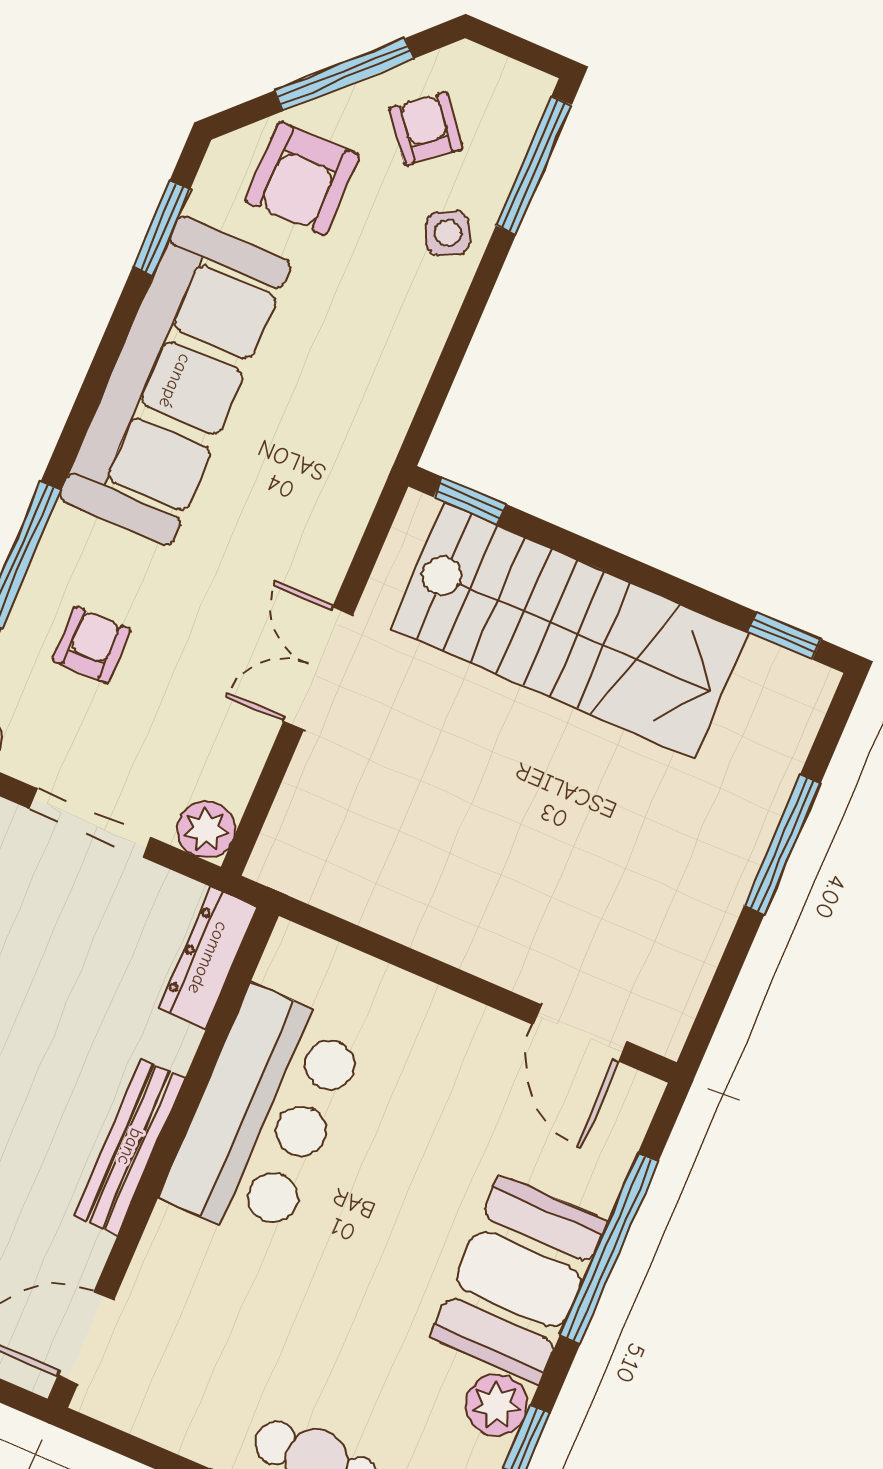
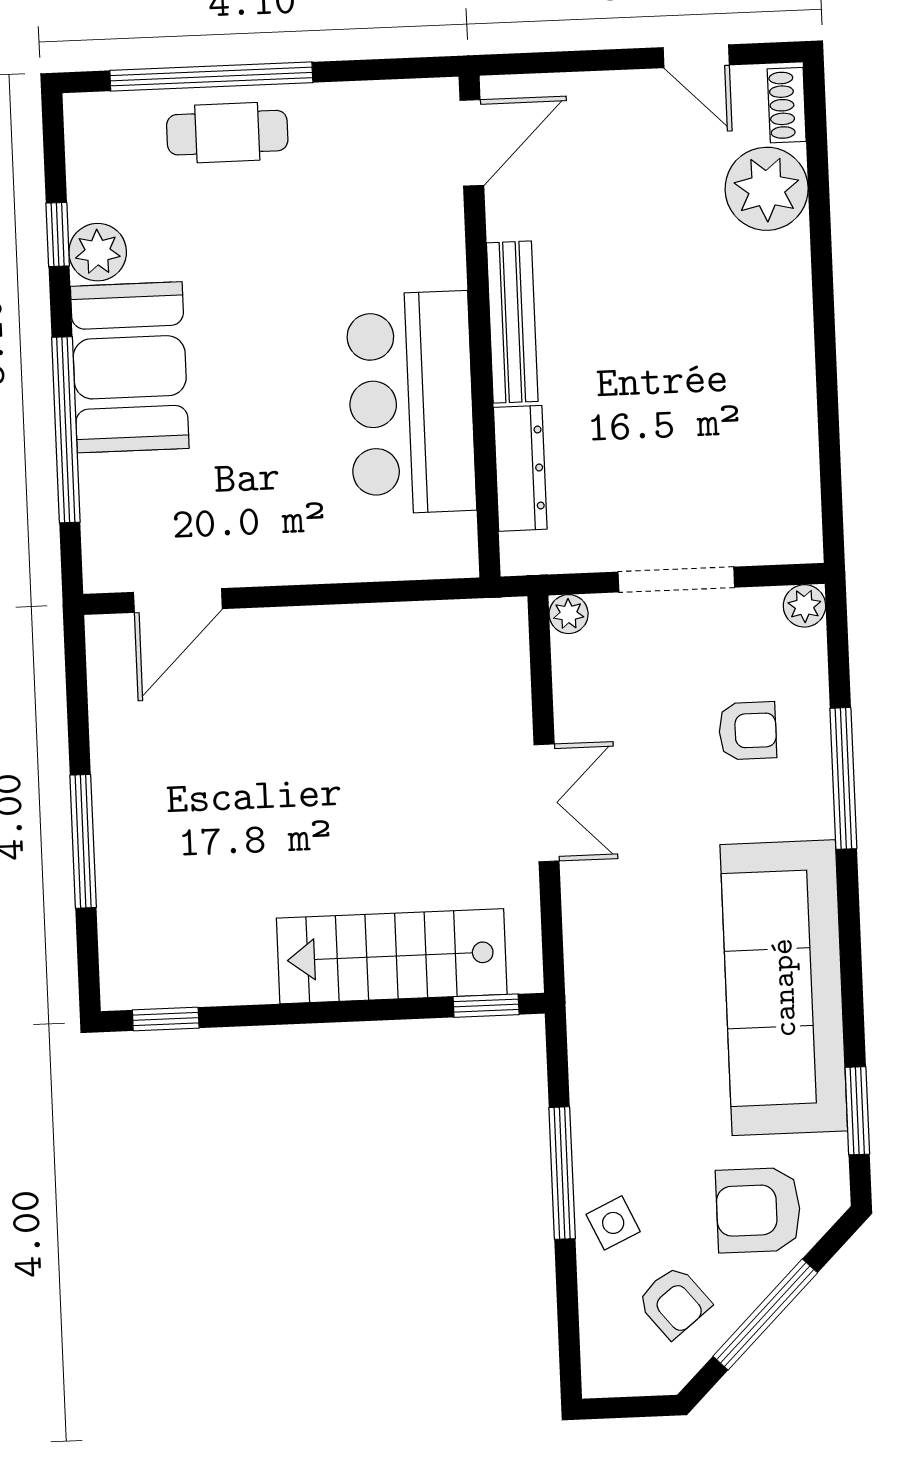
window: (534, 165) -> (562, 1173), moved
armchair: (302, 178) -> (758, 1210), turned -90
stairs: (569, 631) -> (392, 956), width x0.73, depth x0.66
armchair: (91, 645) -> (748, 731), turned -90
plant: (206, 829) -> (569, 614), width x0.73, depth x0.73
dresser: (208, 958) -> (520, 468), moved
door: (580, 1033) -> (178, 600), swing flipped

